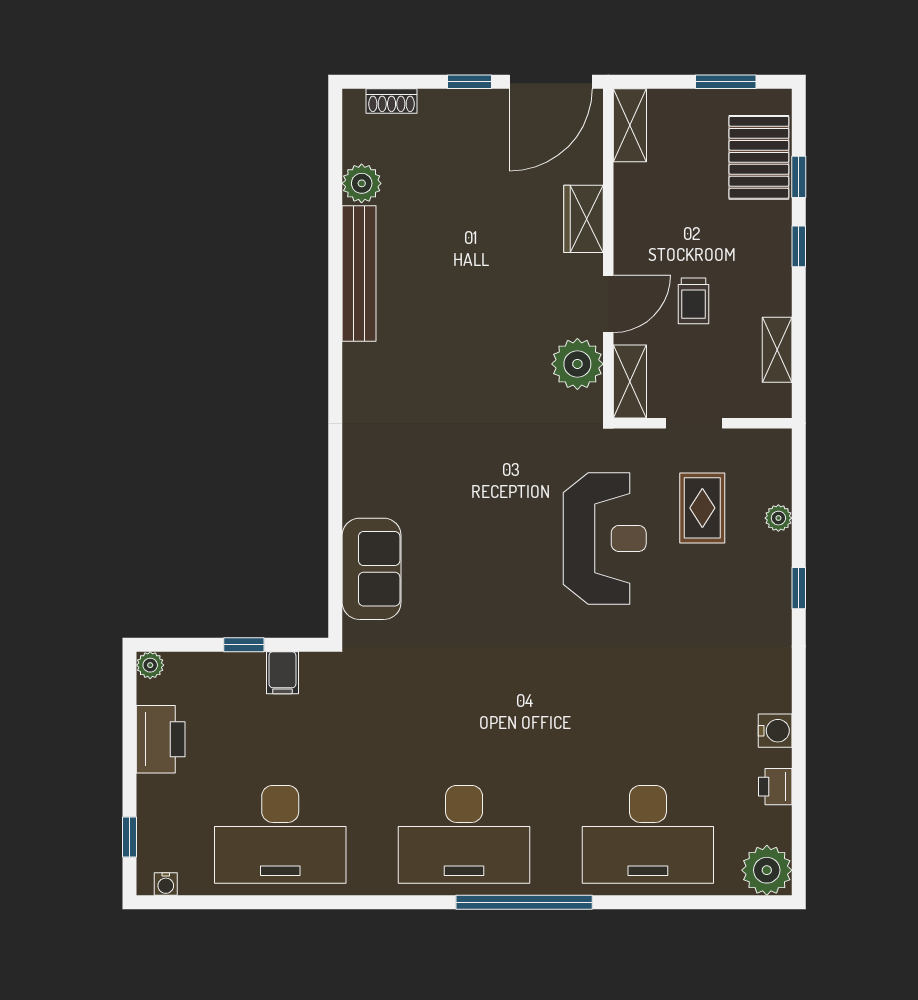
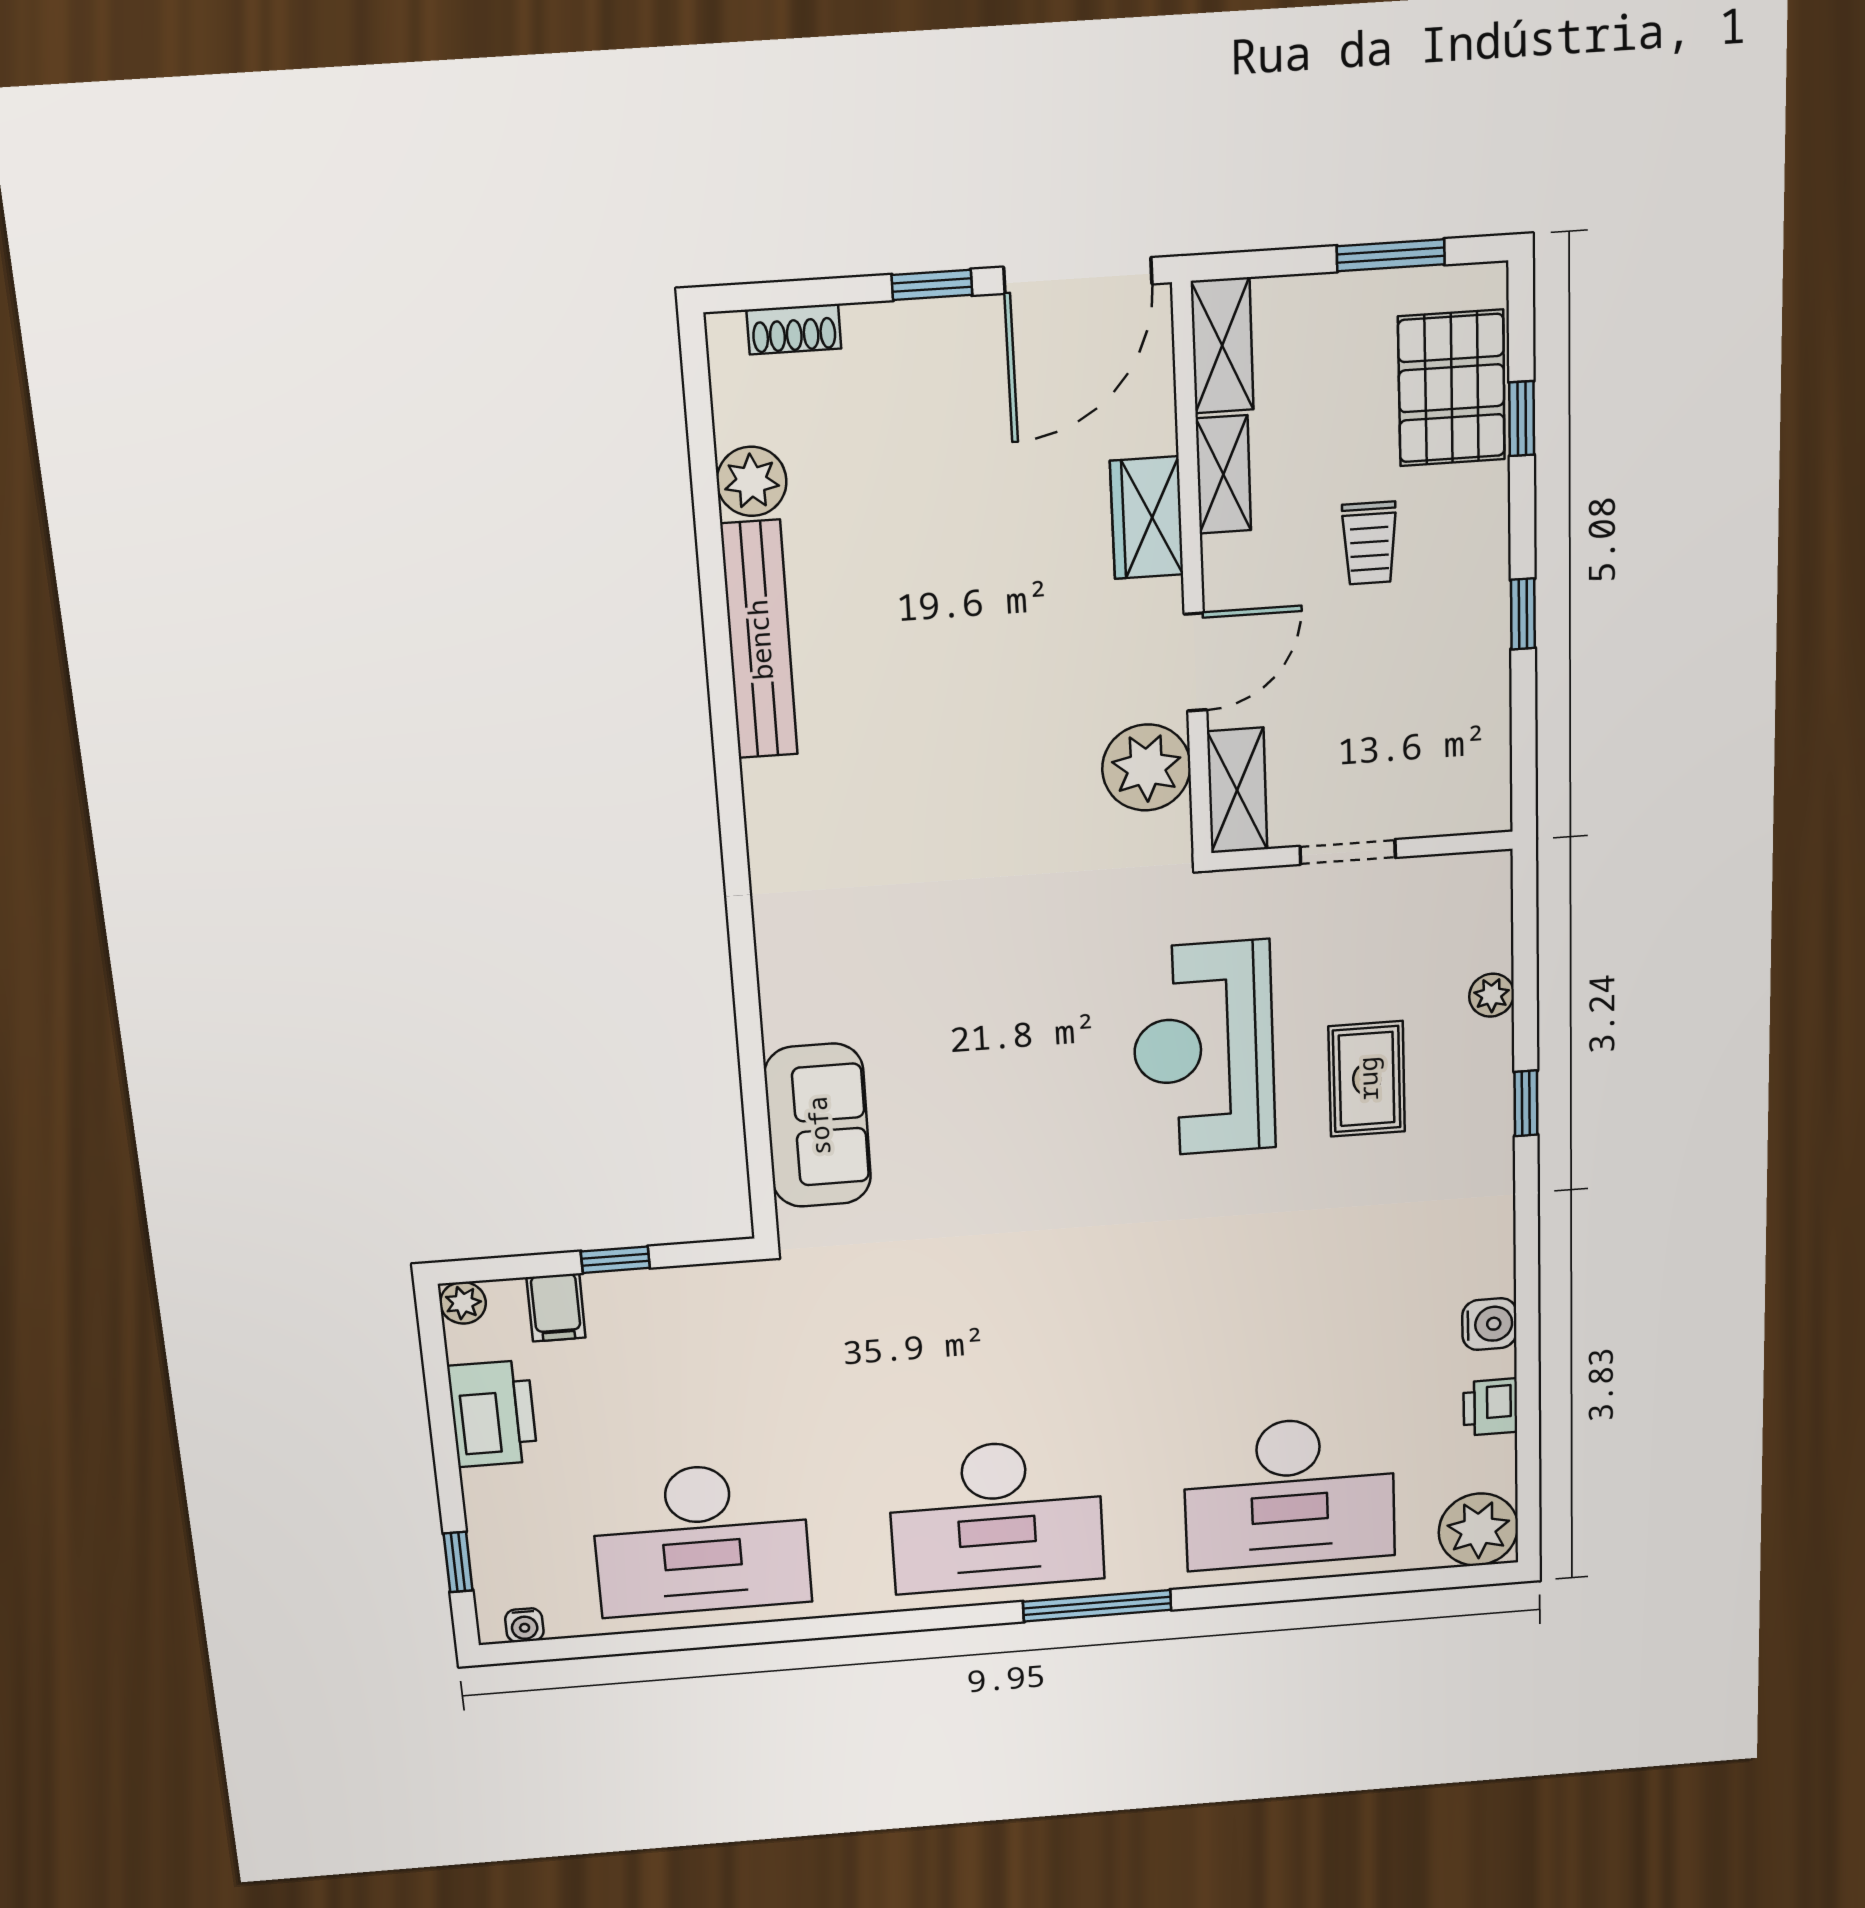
window: (799, 246) -> (1523, 614), moved
trolley: (694, 301) -> (1369, 543), moved
shelving: (777, 350) -> (1223, 474), moved
rug: (702, 508) -> (1367, 1079), moved
reception desk: (605, 538) -> (1204, 1049), turned 180
filing cabinet: (282, 673) -> (556, 1307), moved
window: (524, 902) -> (1097, 1606), width x0.68

